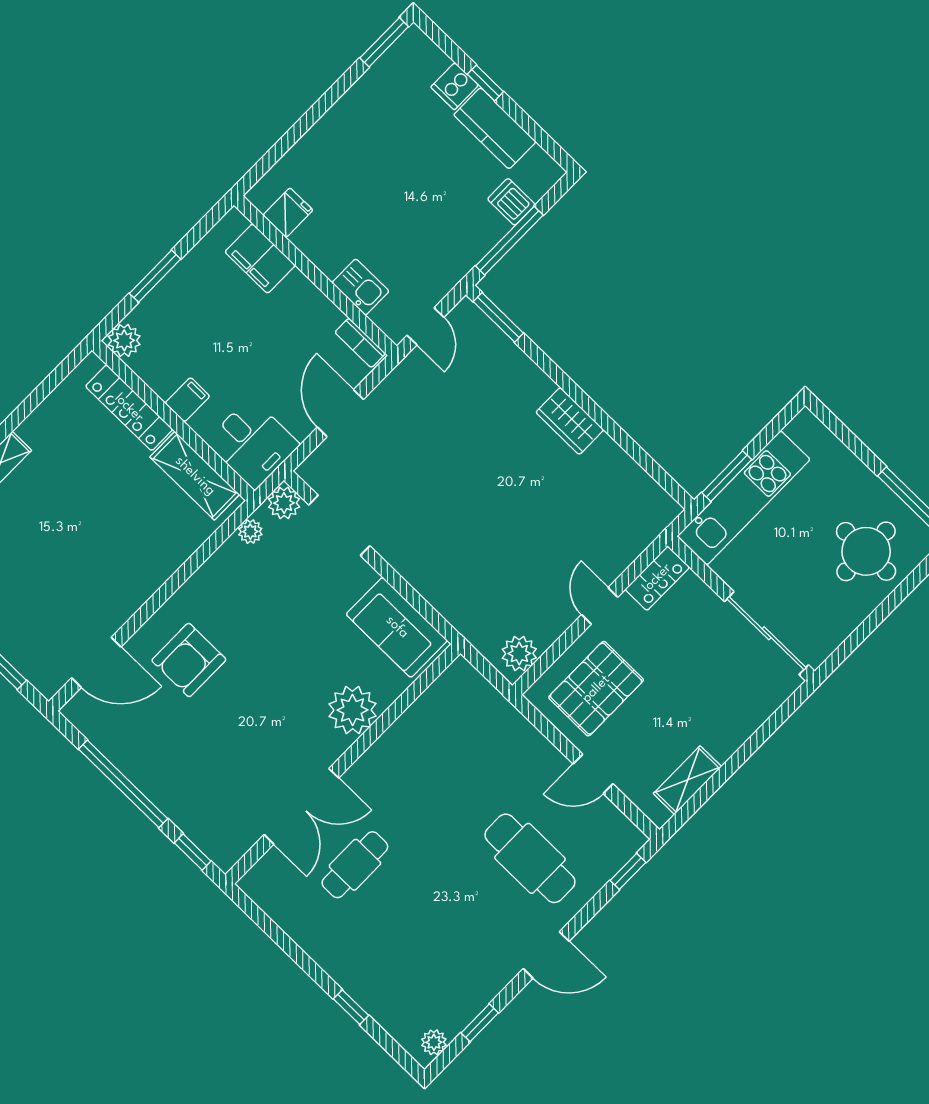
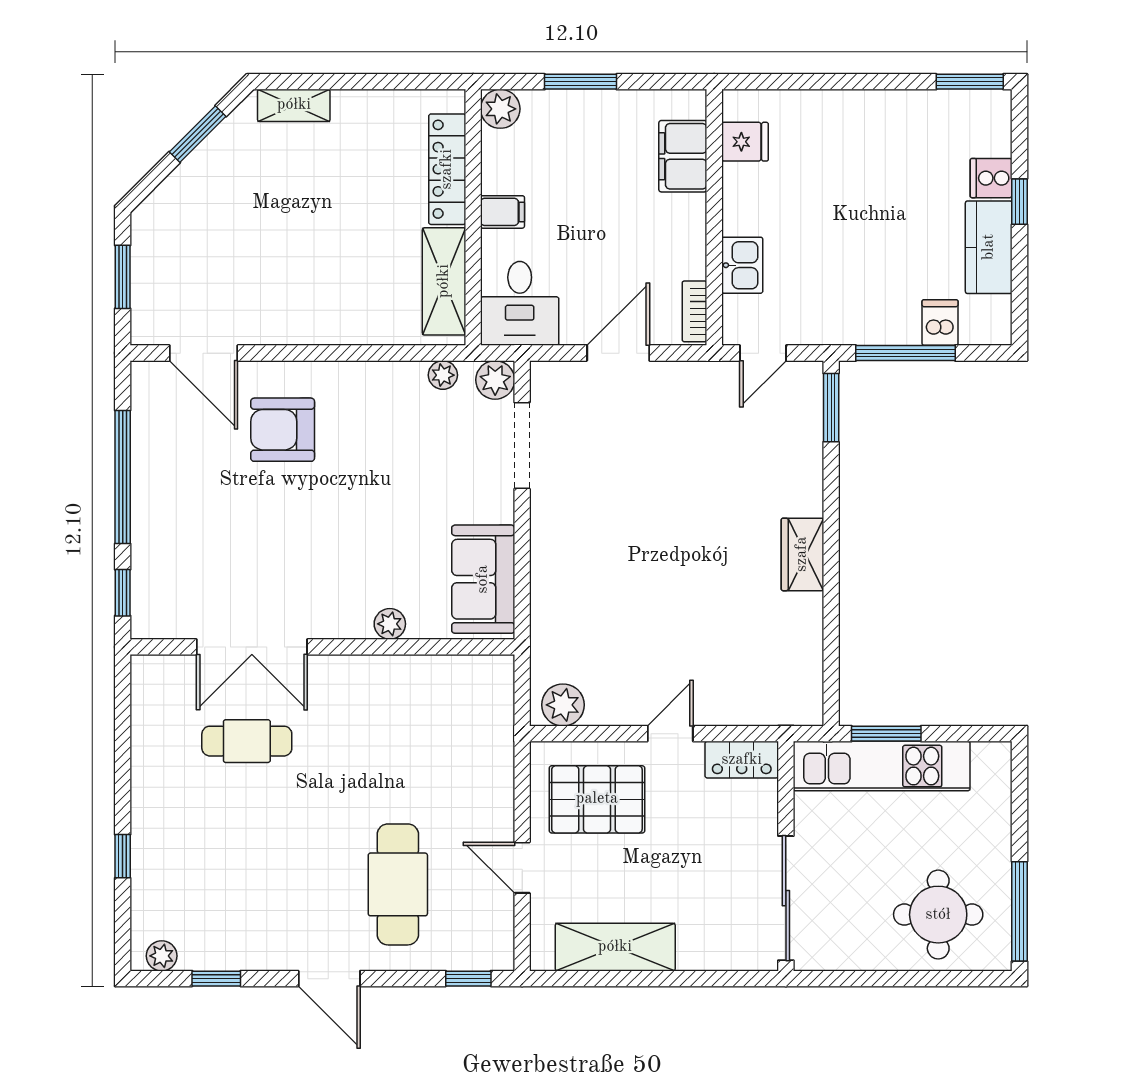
plant: (353, 710) -> (390, 624), width x0.53, depth x0.53
shelving: (687, 780) -> (615, 947), width x1.50, depth x1.33

